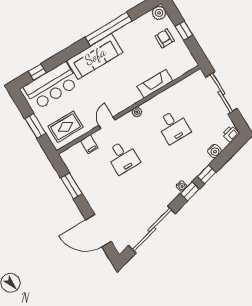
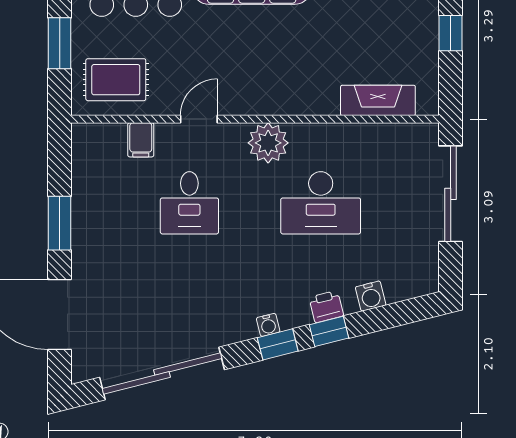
armchair: (165, 38) -> (405, 25), removed
fireplace: (155, 84) -> (378, 100), moved
plant: (137, 112) -> (268, 143), width x1.87, depth x1.87
desk: (173, 127) -> (321, 203), width x1.37
printer: (231, 134) -> (326, 307), moved
window: (71, 186) -> (60, 223), moved

